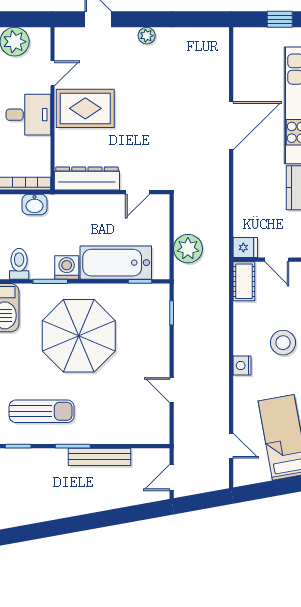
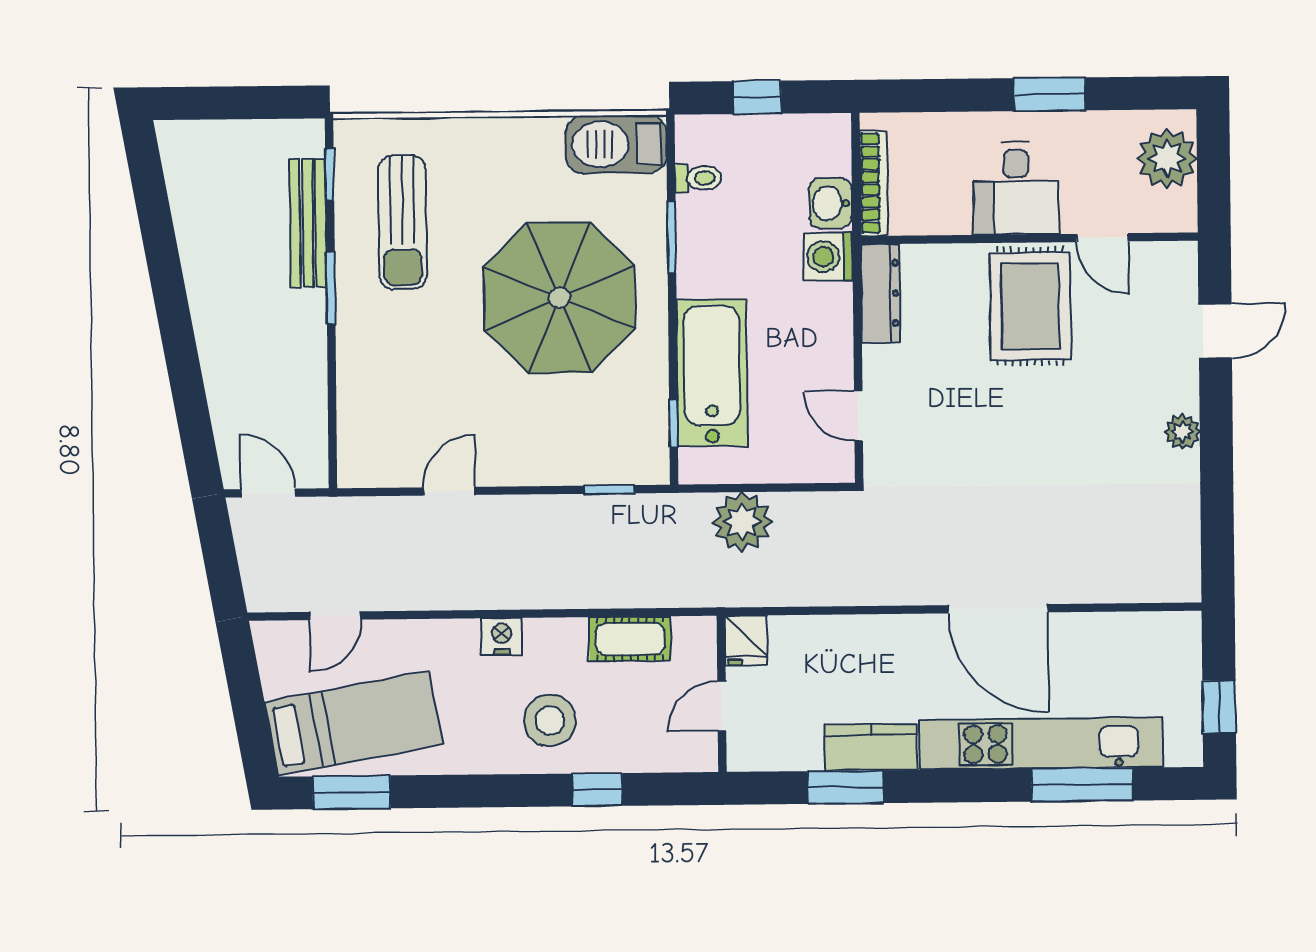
dresser: (87, 178) -> (880, 293), width x0.73, depth x0.80
toilet: (19, 264) -> (698, 178), width x0.73, depth x0.72
washing machine: (67, 268) -> (828, 257), moved, turned 180
cot: (244, 281) -> (630, 639), moved
bench: (100, 457) -> (308, 223), moved

